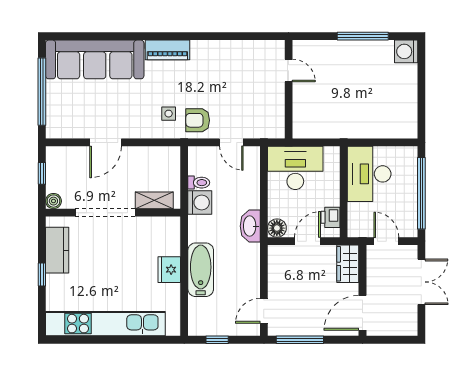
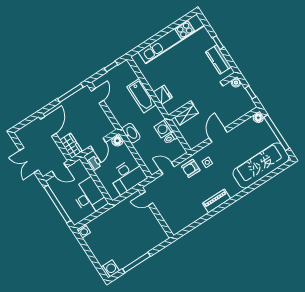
piano: (167, 50) -> (216, 201), moved
door: (289, 71) -> (147, 199), moved
armchair: (198, 120) -> (191, 168), turned 180
floor lamp: (54, 130) -> (258, 118), added
washing machine: (409, 130) -> (84, 231), added
door: (106, 142) -> (218, 135), moved
fridge: (169, 270) -> (163, 95), moved

